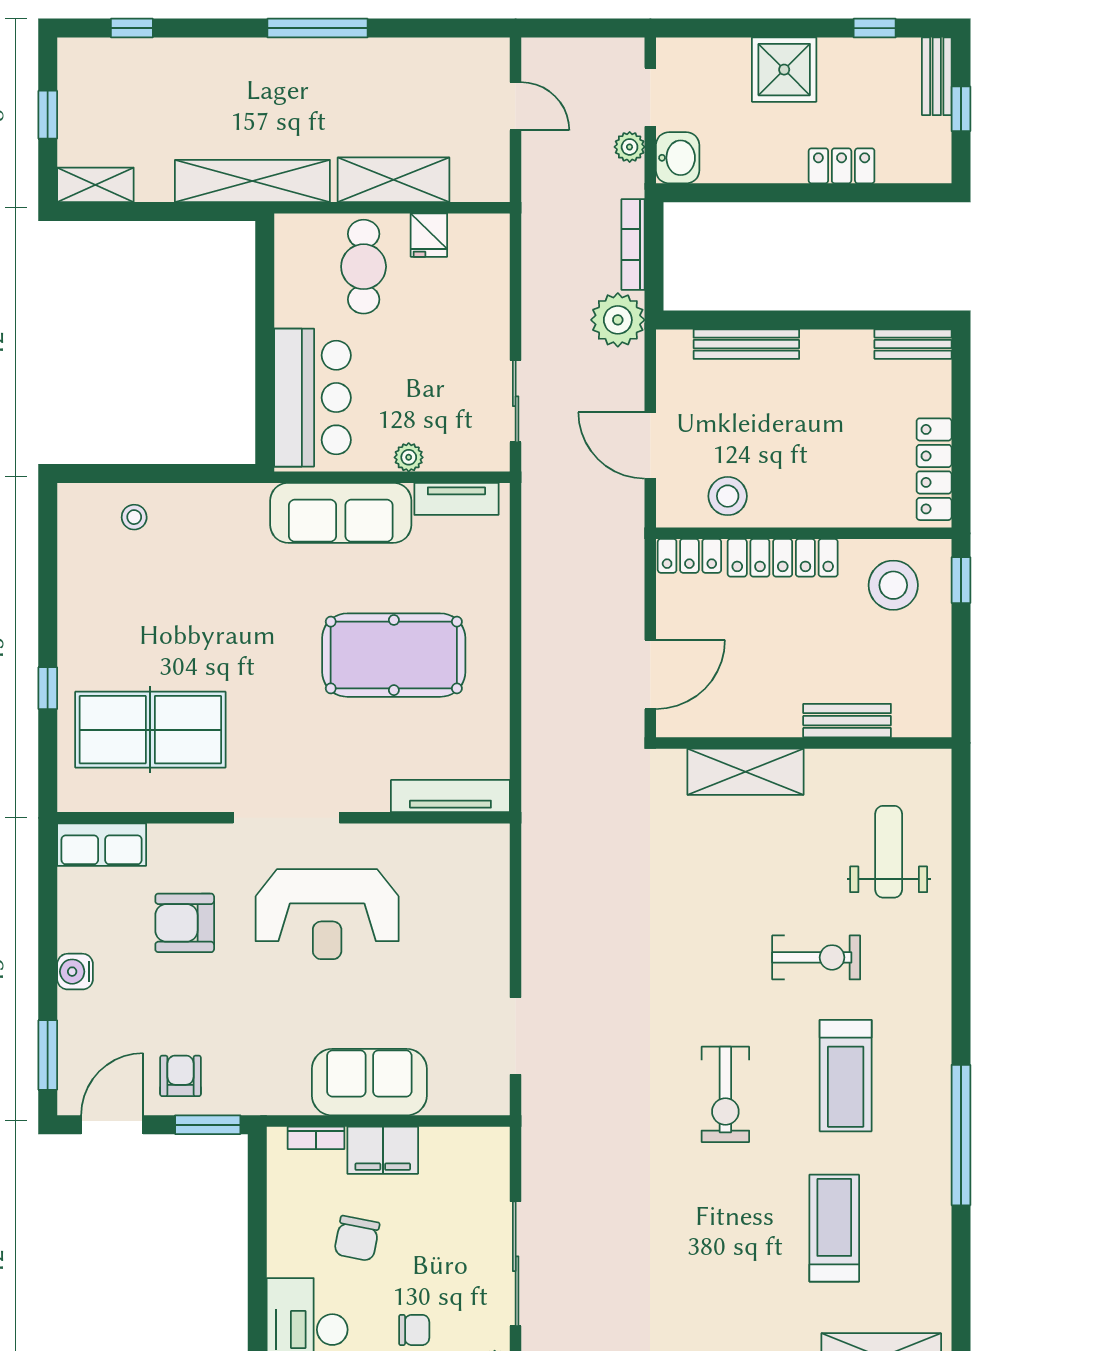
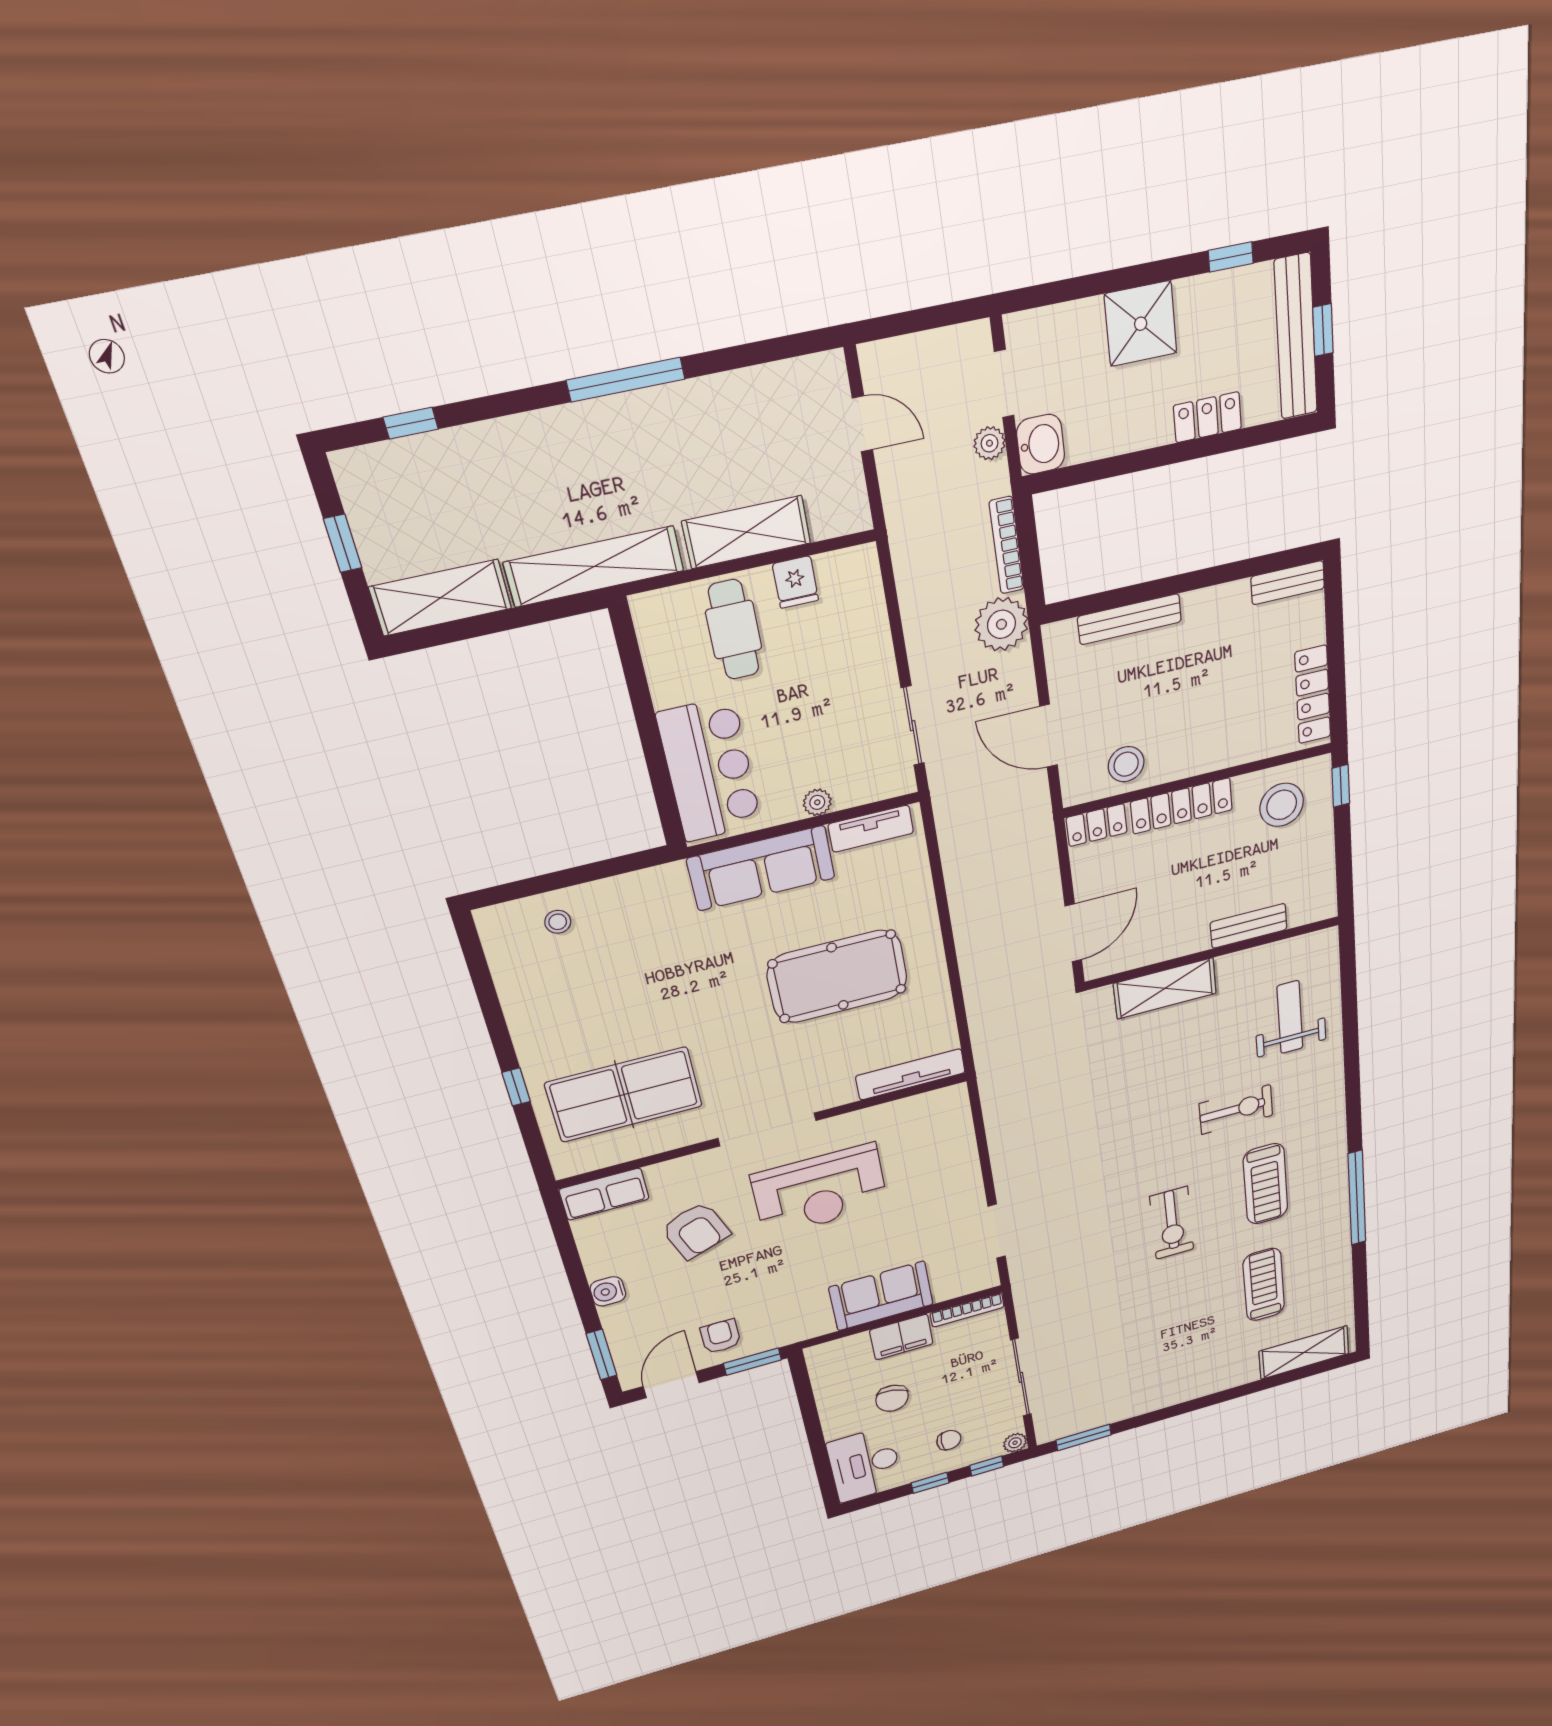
bench: (937, 76) -> (1296, 337), width x1.86, depth x1.21
shelving: (95, 185) -> (441, 598), width x1.50, depth x1.33
armchair: (185, 923) -> (696, 1231), turned -110
bookcase: (316, 1138) -> (967, 1310), moved, width x1.56

